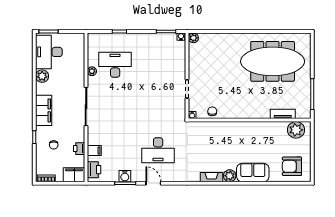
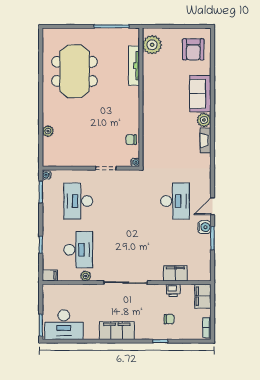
plant: (193, 38) -> (48, 131), moved
filing cabinet: (92, 40) -> (50, 275), added
meeting table: (273, 61) -> (74, 71), width x0.73
desk: (115, 65) -> (78, 250), turned 180
desk: (158, 65) -> (78, 201), added
plant: (42, 76) -> (91, 332), removed
filing cabinet: (44, 110) -> (117, 331), moved
tv unit: (283, 114) -> (134, 66), width x1.41
filing cabinet: (94, 150) -> (175, 273), width x2.00
printer: (94, 170) -> (197, 273), removed
water cooler: (125, 176) -> (204, 227), moved

